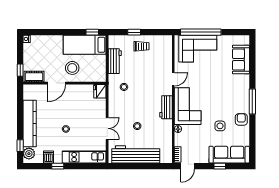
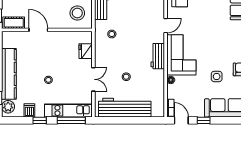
stool: (72, 68) -> (77, 13), moved
door: (57, 83) -> (38, 30), swing flipped
fridge: (100, 91) -> (86, 51), moved
window: (87, 166) -> (71, 120), added
door: (188, 166) -> (181, 120), swing flipped
window: (220, 166) -> (204, 120), moved

